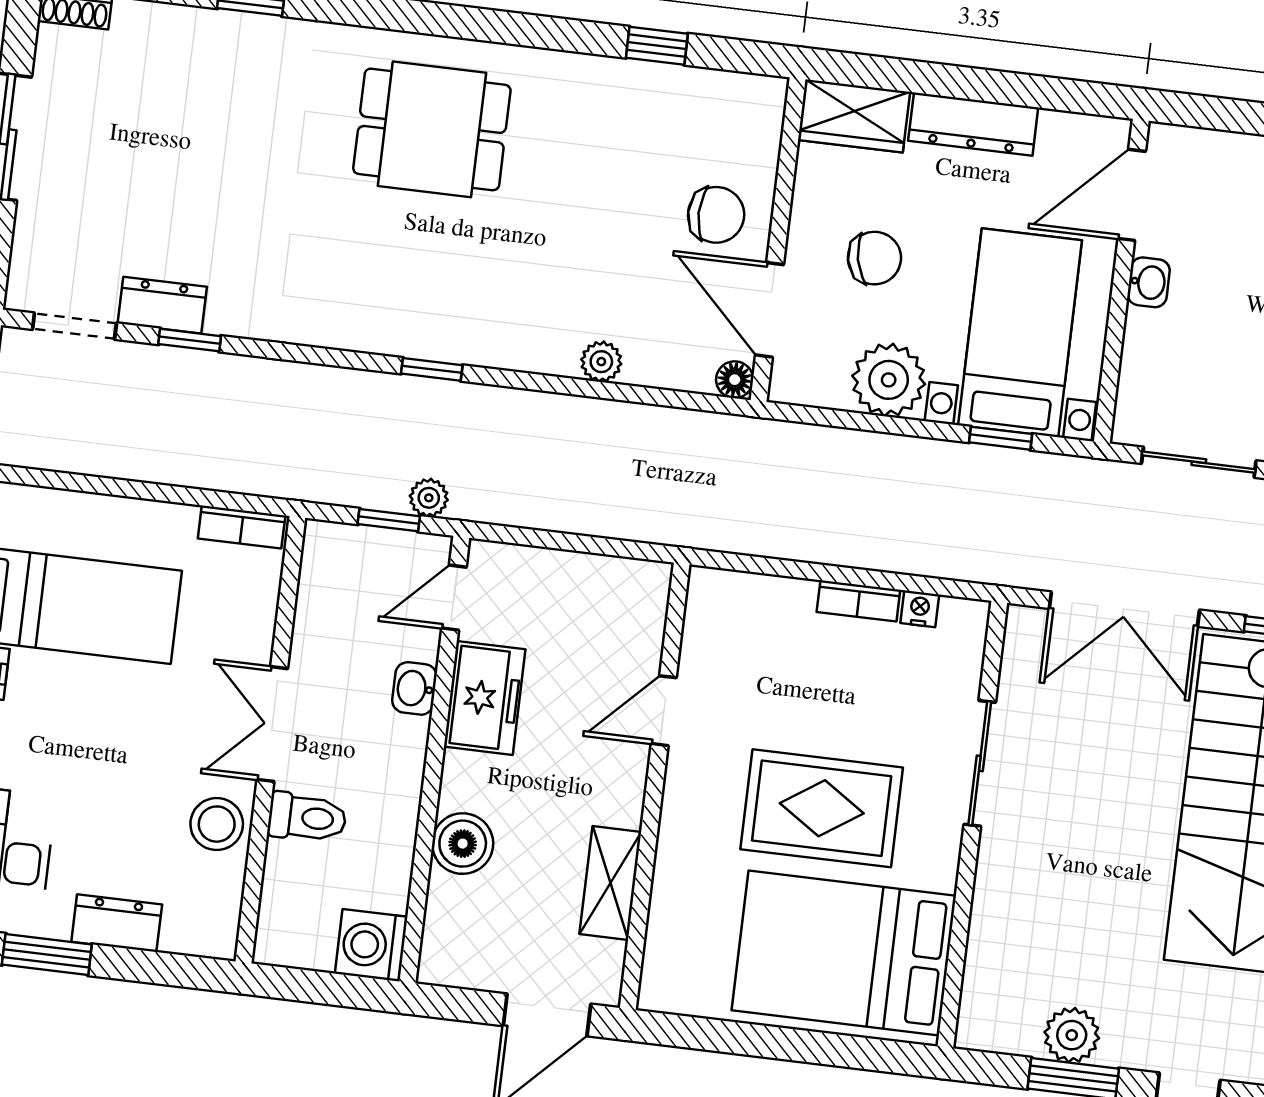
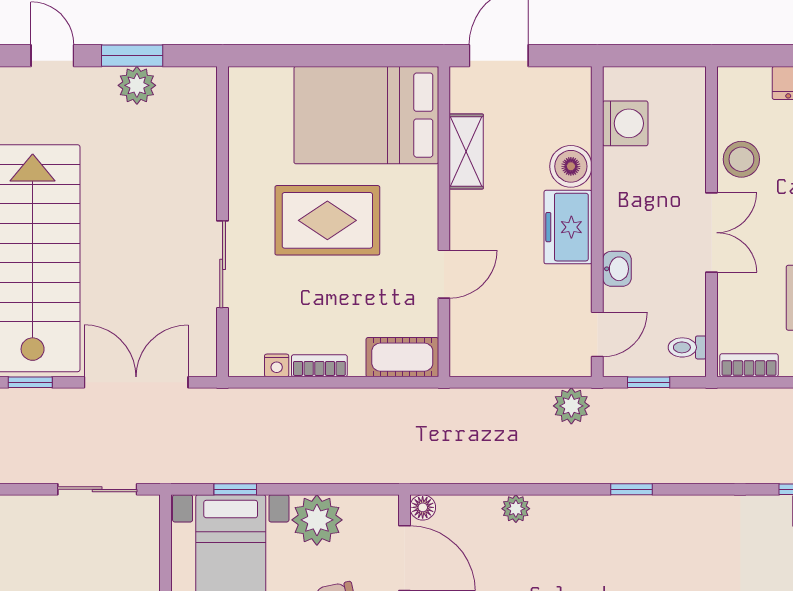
plant: (429, 498) -> (571, 406), moved, width x1.38, depth x1.38
cot: (738, 599) -> (402, 357), added
freezer: (485, 698) -> (568, 227), moved
toilet: (307, 817) -> (687, 347), moved, width x0.73, depth x0.72
washing machine: (371, 945) -> (625, 123), moved
bed: (844, 953) -> (366, 115), moved, turned 180

